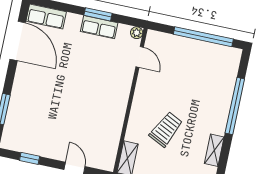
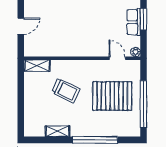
door: (140, 57) -> (117, 58), swing flipped
pallet: (185, 73) -> (112, 96), added

